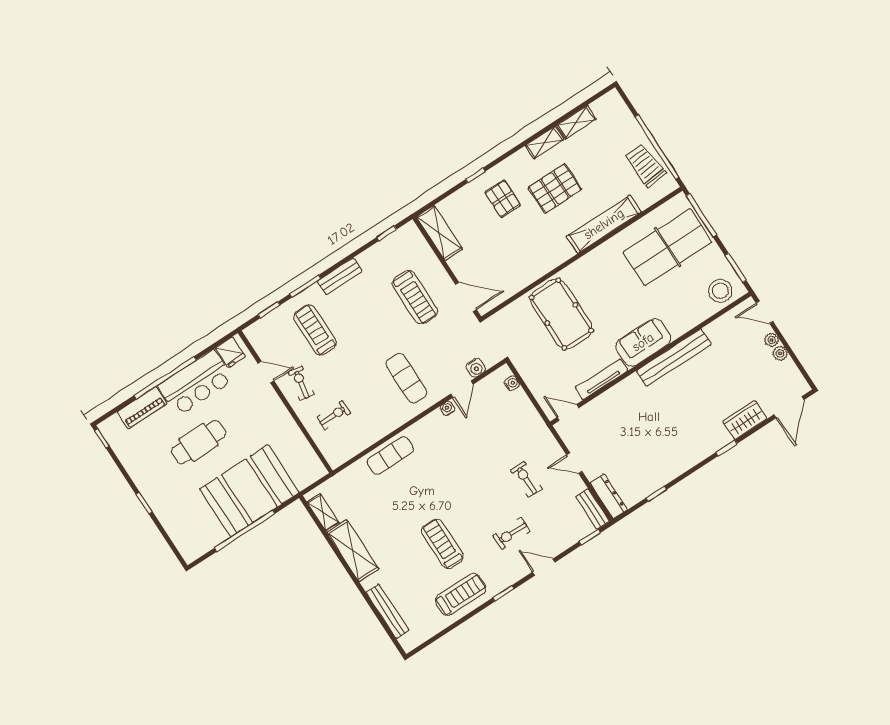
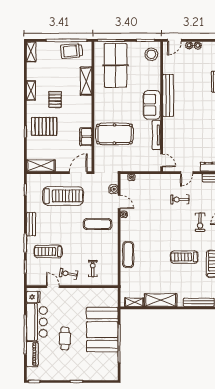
shelving: (576, 122) -> (31, 52), moved
pallet: (555, 188) -> (55, 99), width x0.67, depth x0.71
pallet: (503, 199) -> (44, 126), width x1.50, depth x1.42
shelving: (604, 224) -> (86, 81), width x0.68
filing cabinet: (529, 273) -> (86, 137), added
treadmill: (415, 297) -> (63, 196), width x1.37, depth x1.38
door: (266, 372) -> (53, 287), hinge flipped
door: (568, 412) -> (162, 160), swing flipped
cafe table: (198, 442) -> (65, 338), width x0.73, depth x0.74

